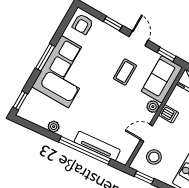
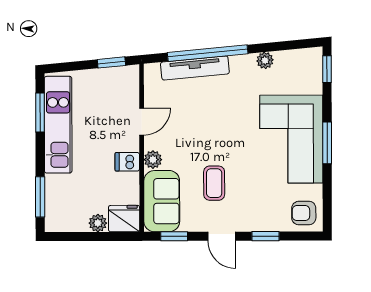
armchair: (83, 24) -> (304, 213), turned -90
stool: (154, 157) -> (114, 96), removed

